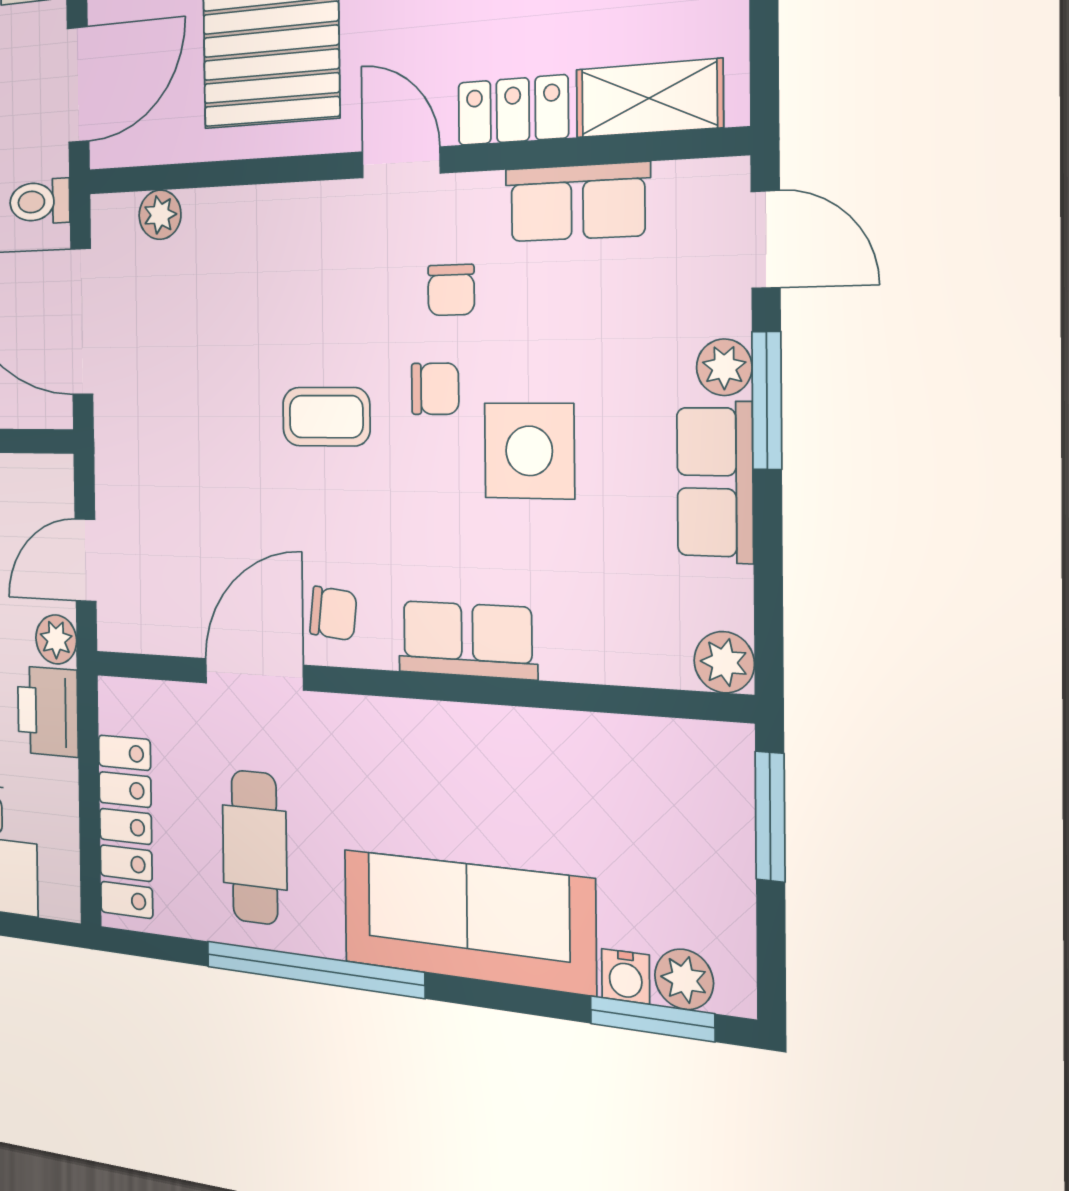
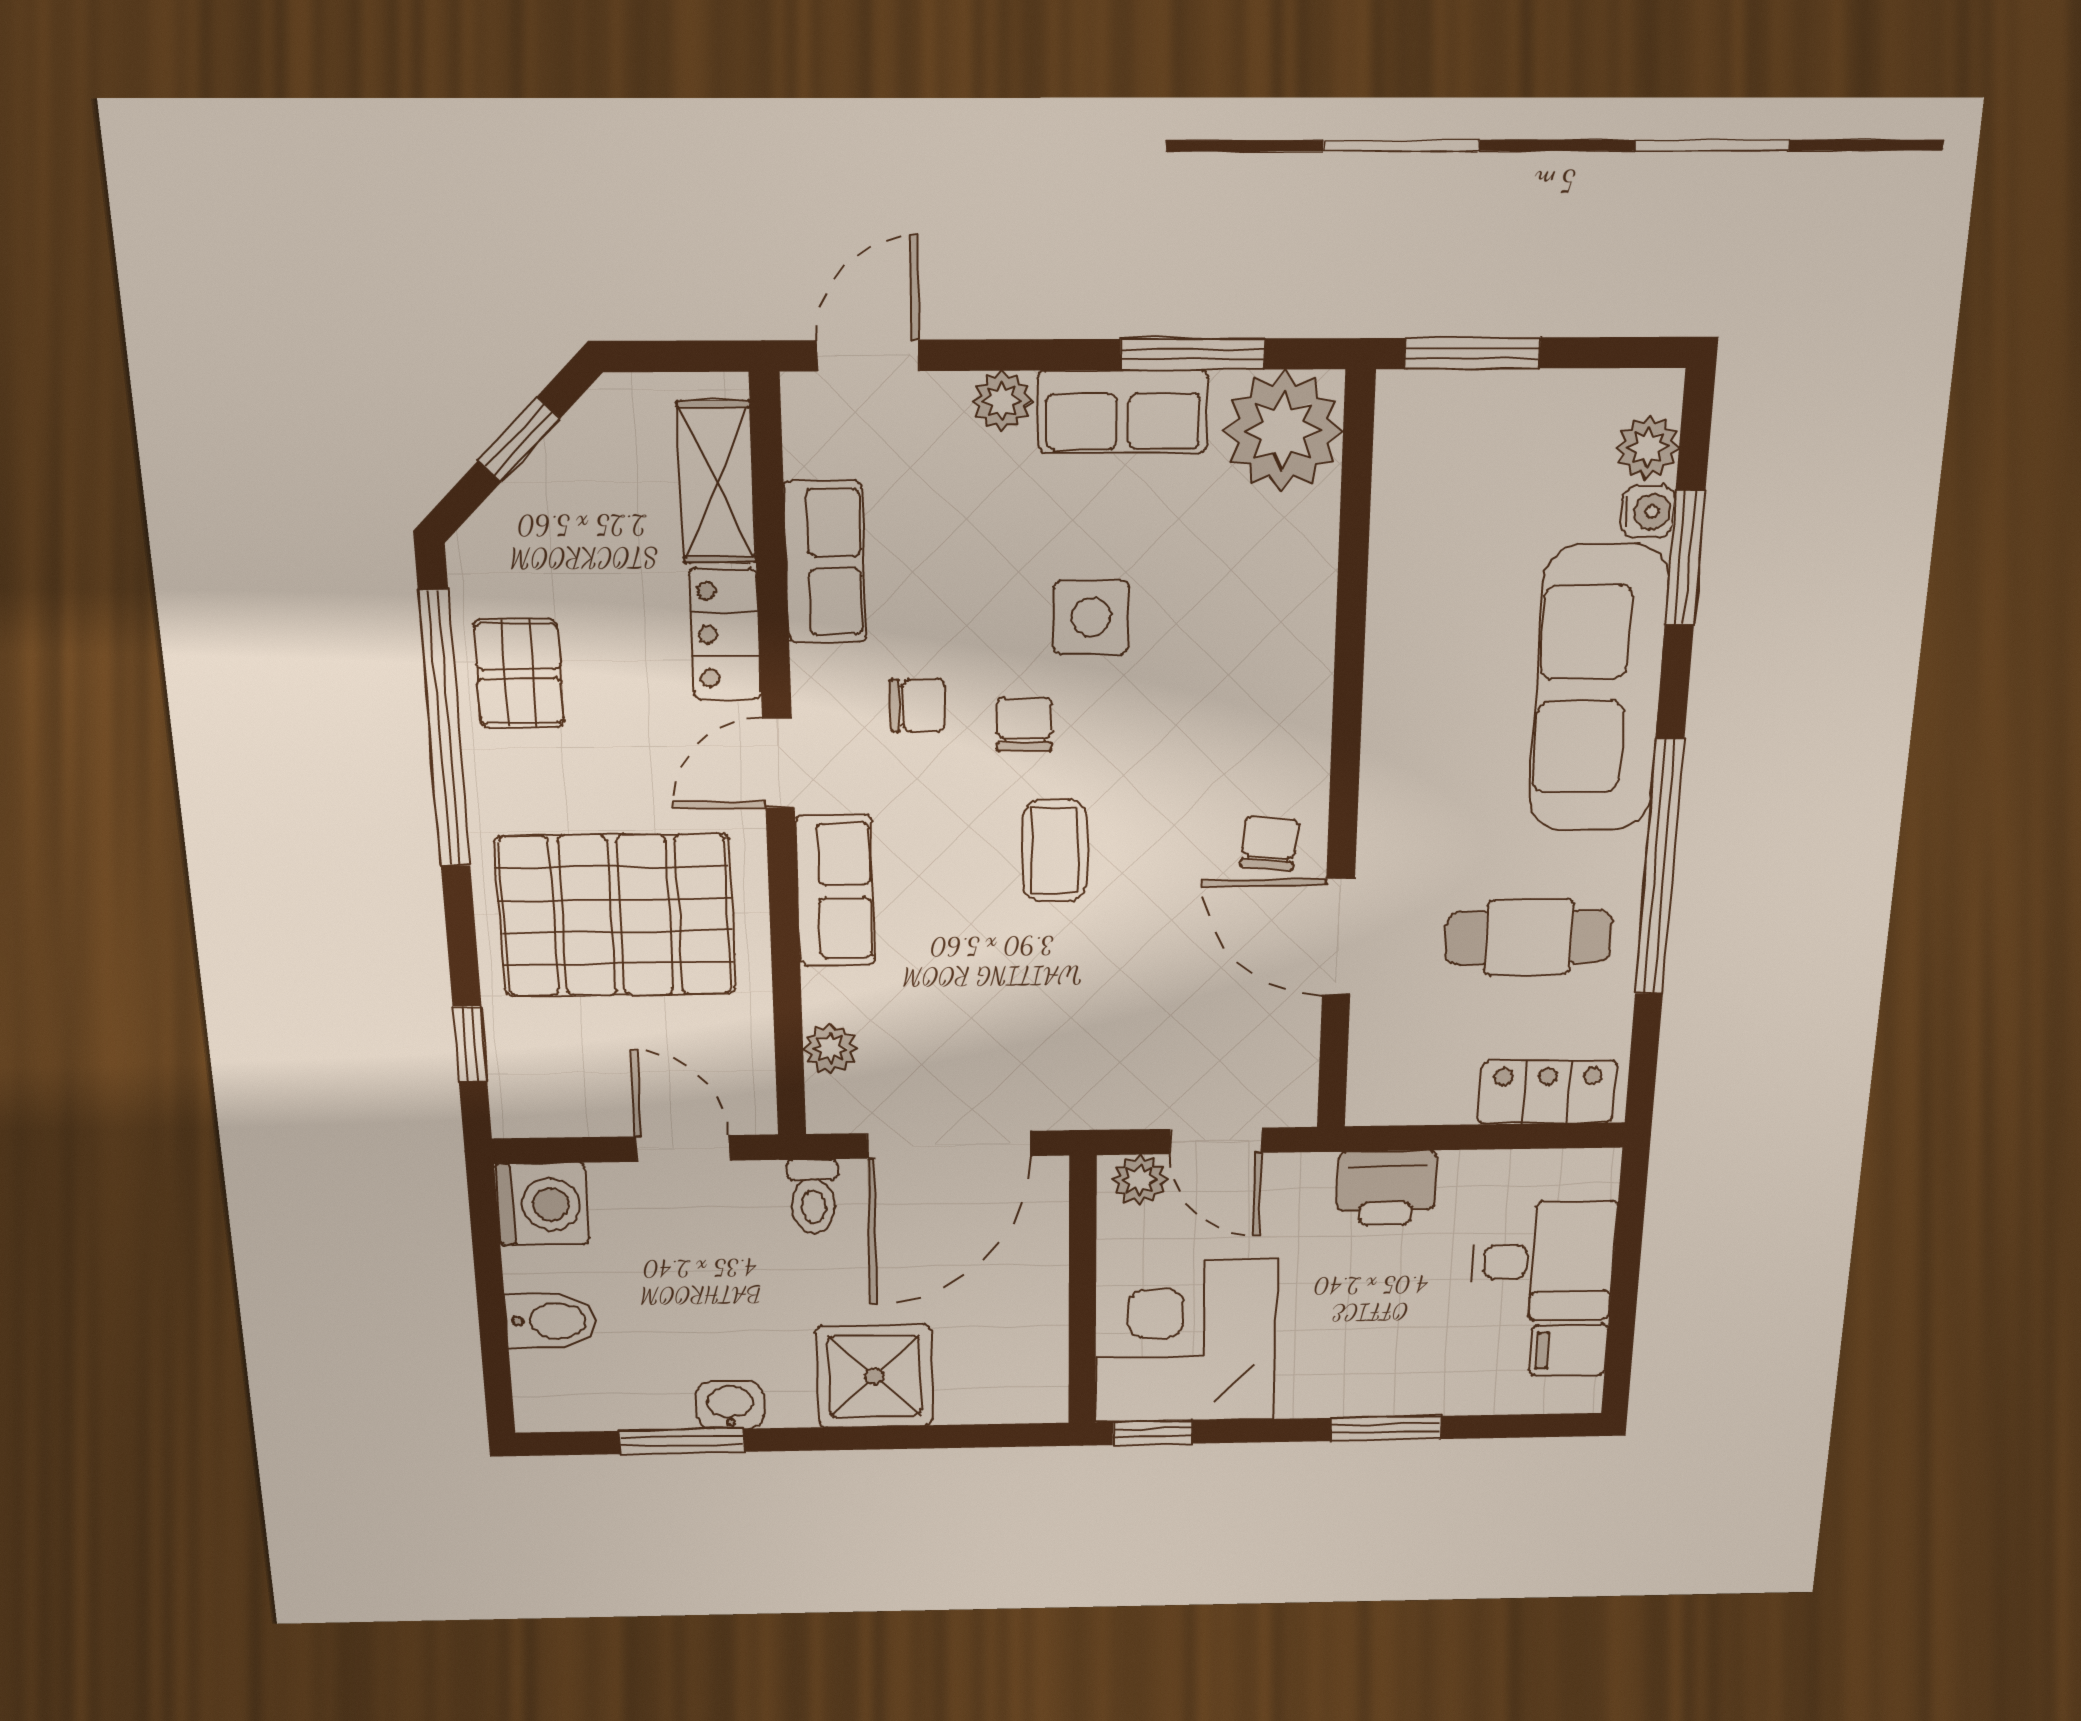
door: (78, 85) -> (683, 1148), width x0.73
window: (767, 401) -> (1193, 354), moved
side table: (529, 451) -> (1091, 617), width x0.73, depth x0.73
plant: (56, 639) -> (1140, 1180), moved
row of seats: (467, 640) -> (836, 891), moved, turned 180
plant: (724, 662) -> (1283, 431), width x1.88, depth x1.88
locker: (126, 826) -> (1547, 1092), width x0.66
window: (652, 1019) -> (1685, 558), moved

